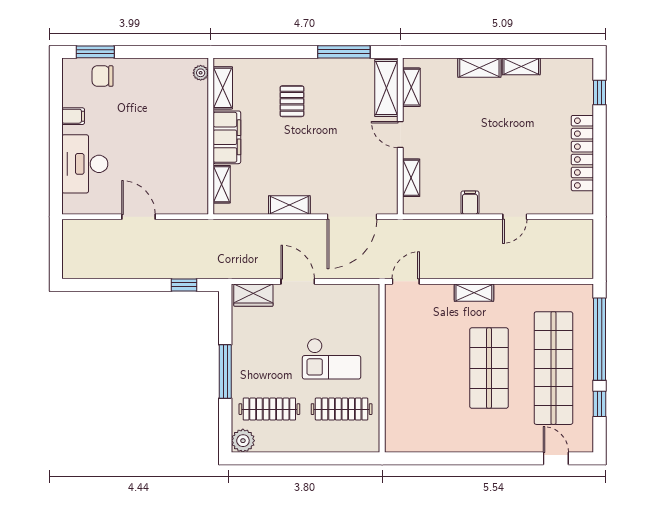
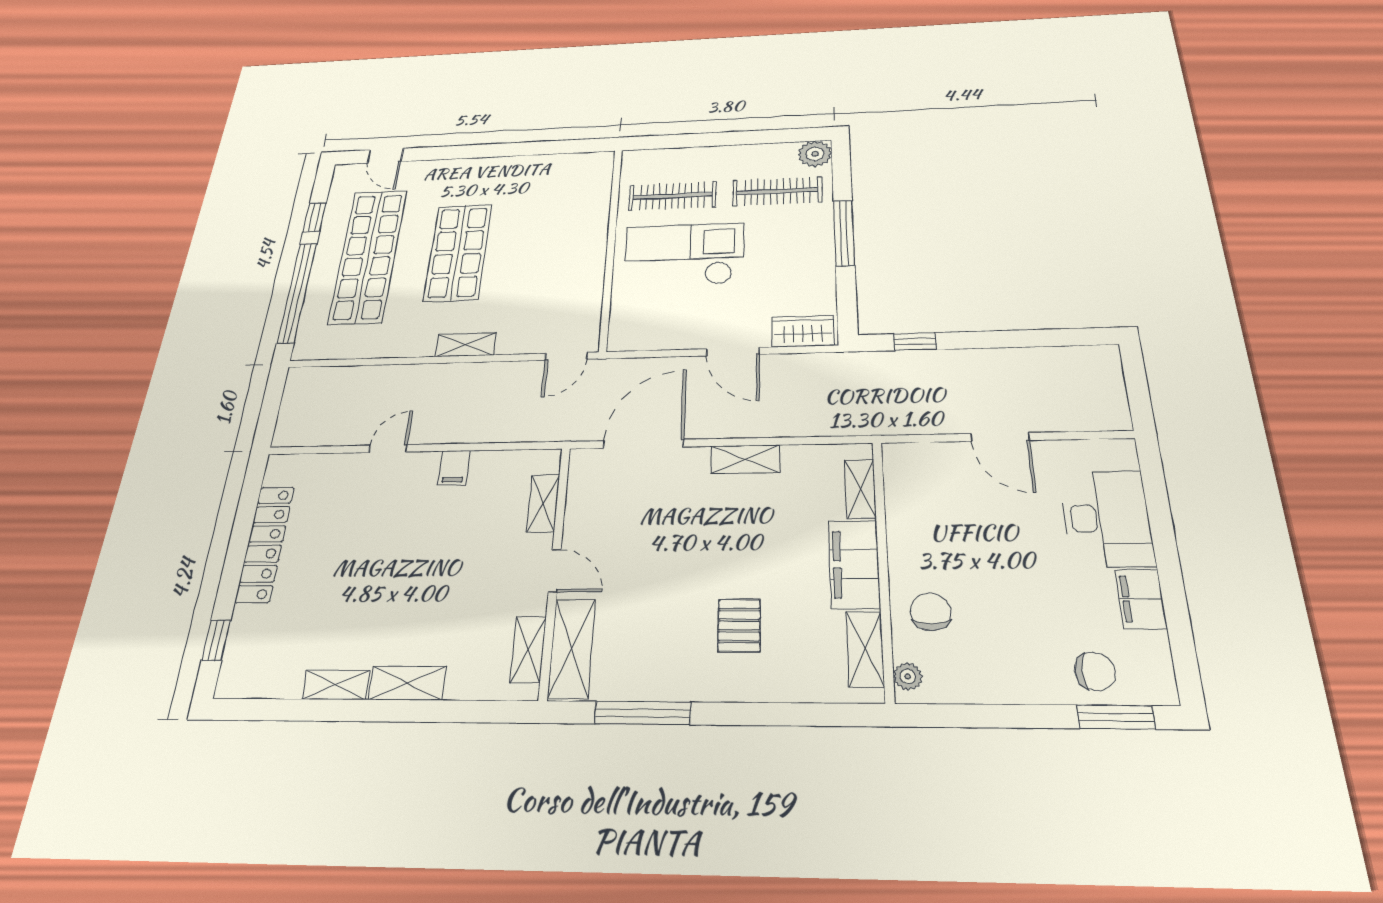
chair: (186, 109) -> (931, 612), added
filing cabinet: (73, 116) -> (1141, 599), width x2.00
checkout: (332, 359) -> (684, 255), width x1.36, depth x1.21

